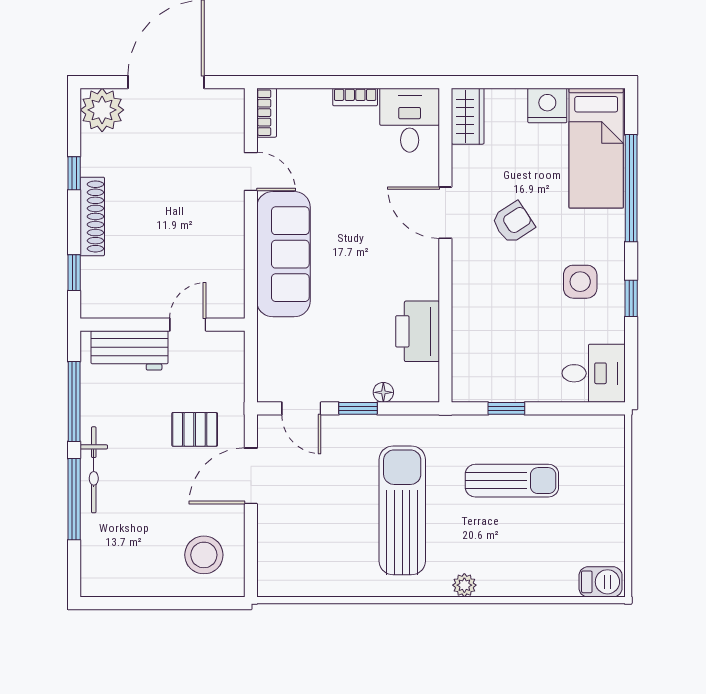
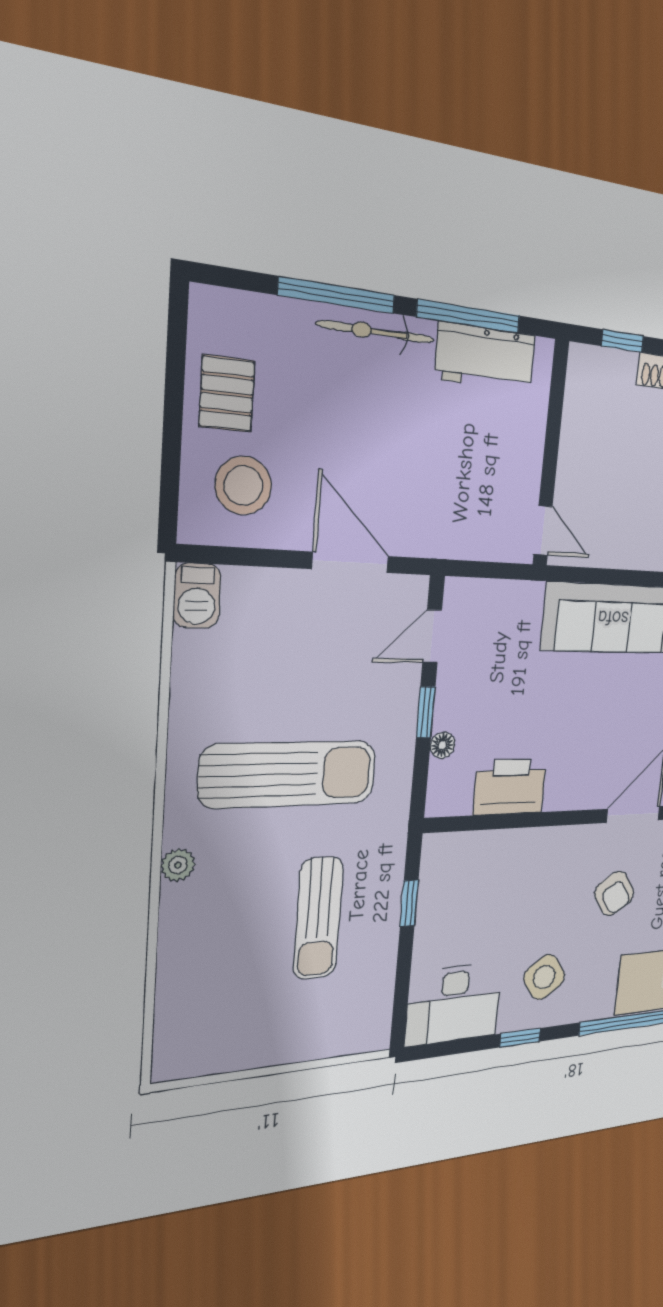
side table: (580, 282) -> (544, 977), turned -34
door: (188, 325) -> (543, 530), moved
workbench: (130, 350) -> (485, 357), moved, turned -90
desk: (594, 373) -> (454, 1004), width x1.37
pallet: (195, 429) -> (227, 394), moved
barbecue: (601, 582) -> (197, 596), moved

